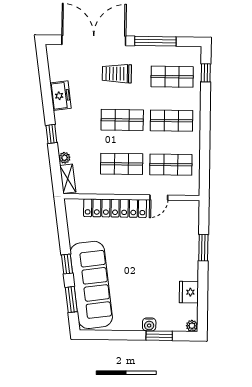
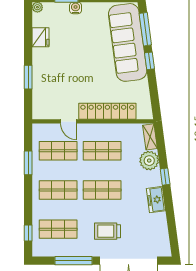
trolley: (117, 74) -> (107, 231), turned 180
freezer: (60, 96) -> (156, 200), moved
window: (205, 152) -> (28, 163), added
plant: (65, 158) -> (149, 161), width x1.87, depth x1.87
door: (159, 197) -> (69, 121), swing flipped
window: (71, 300) -> (145, 29), width x1.44

